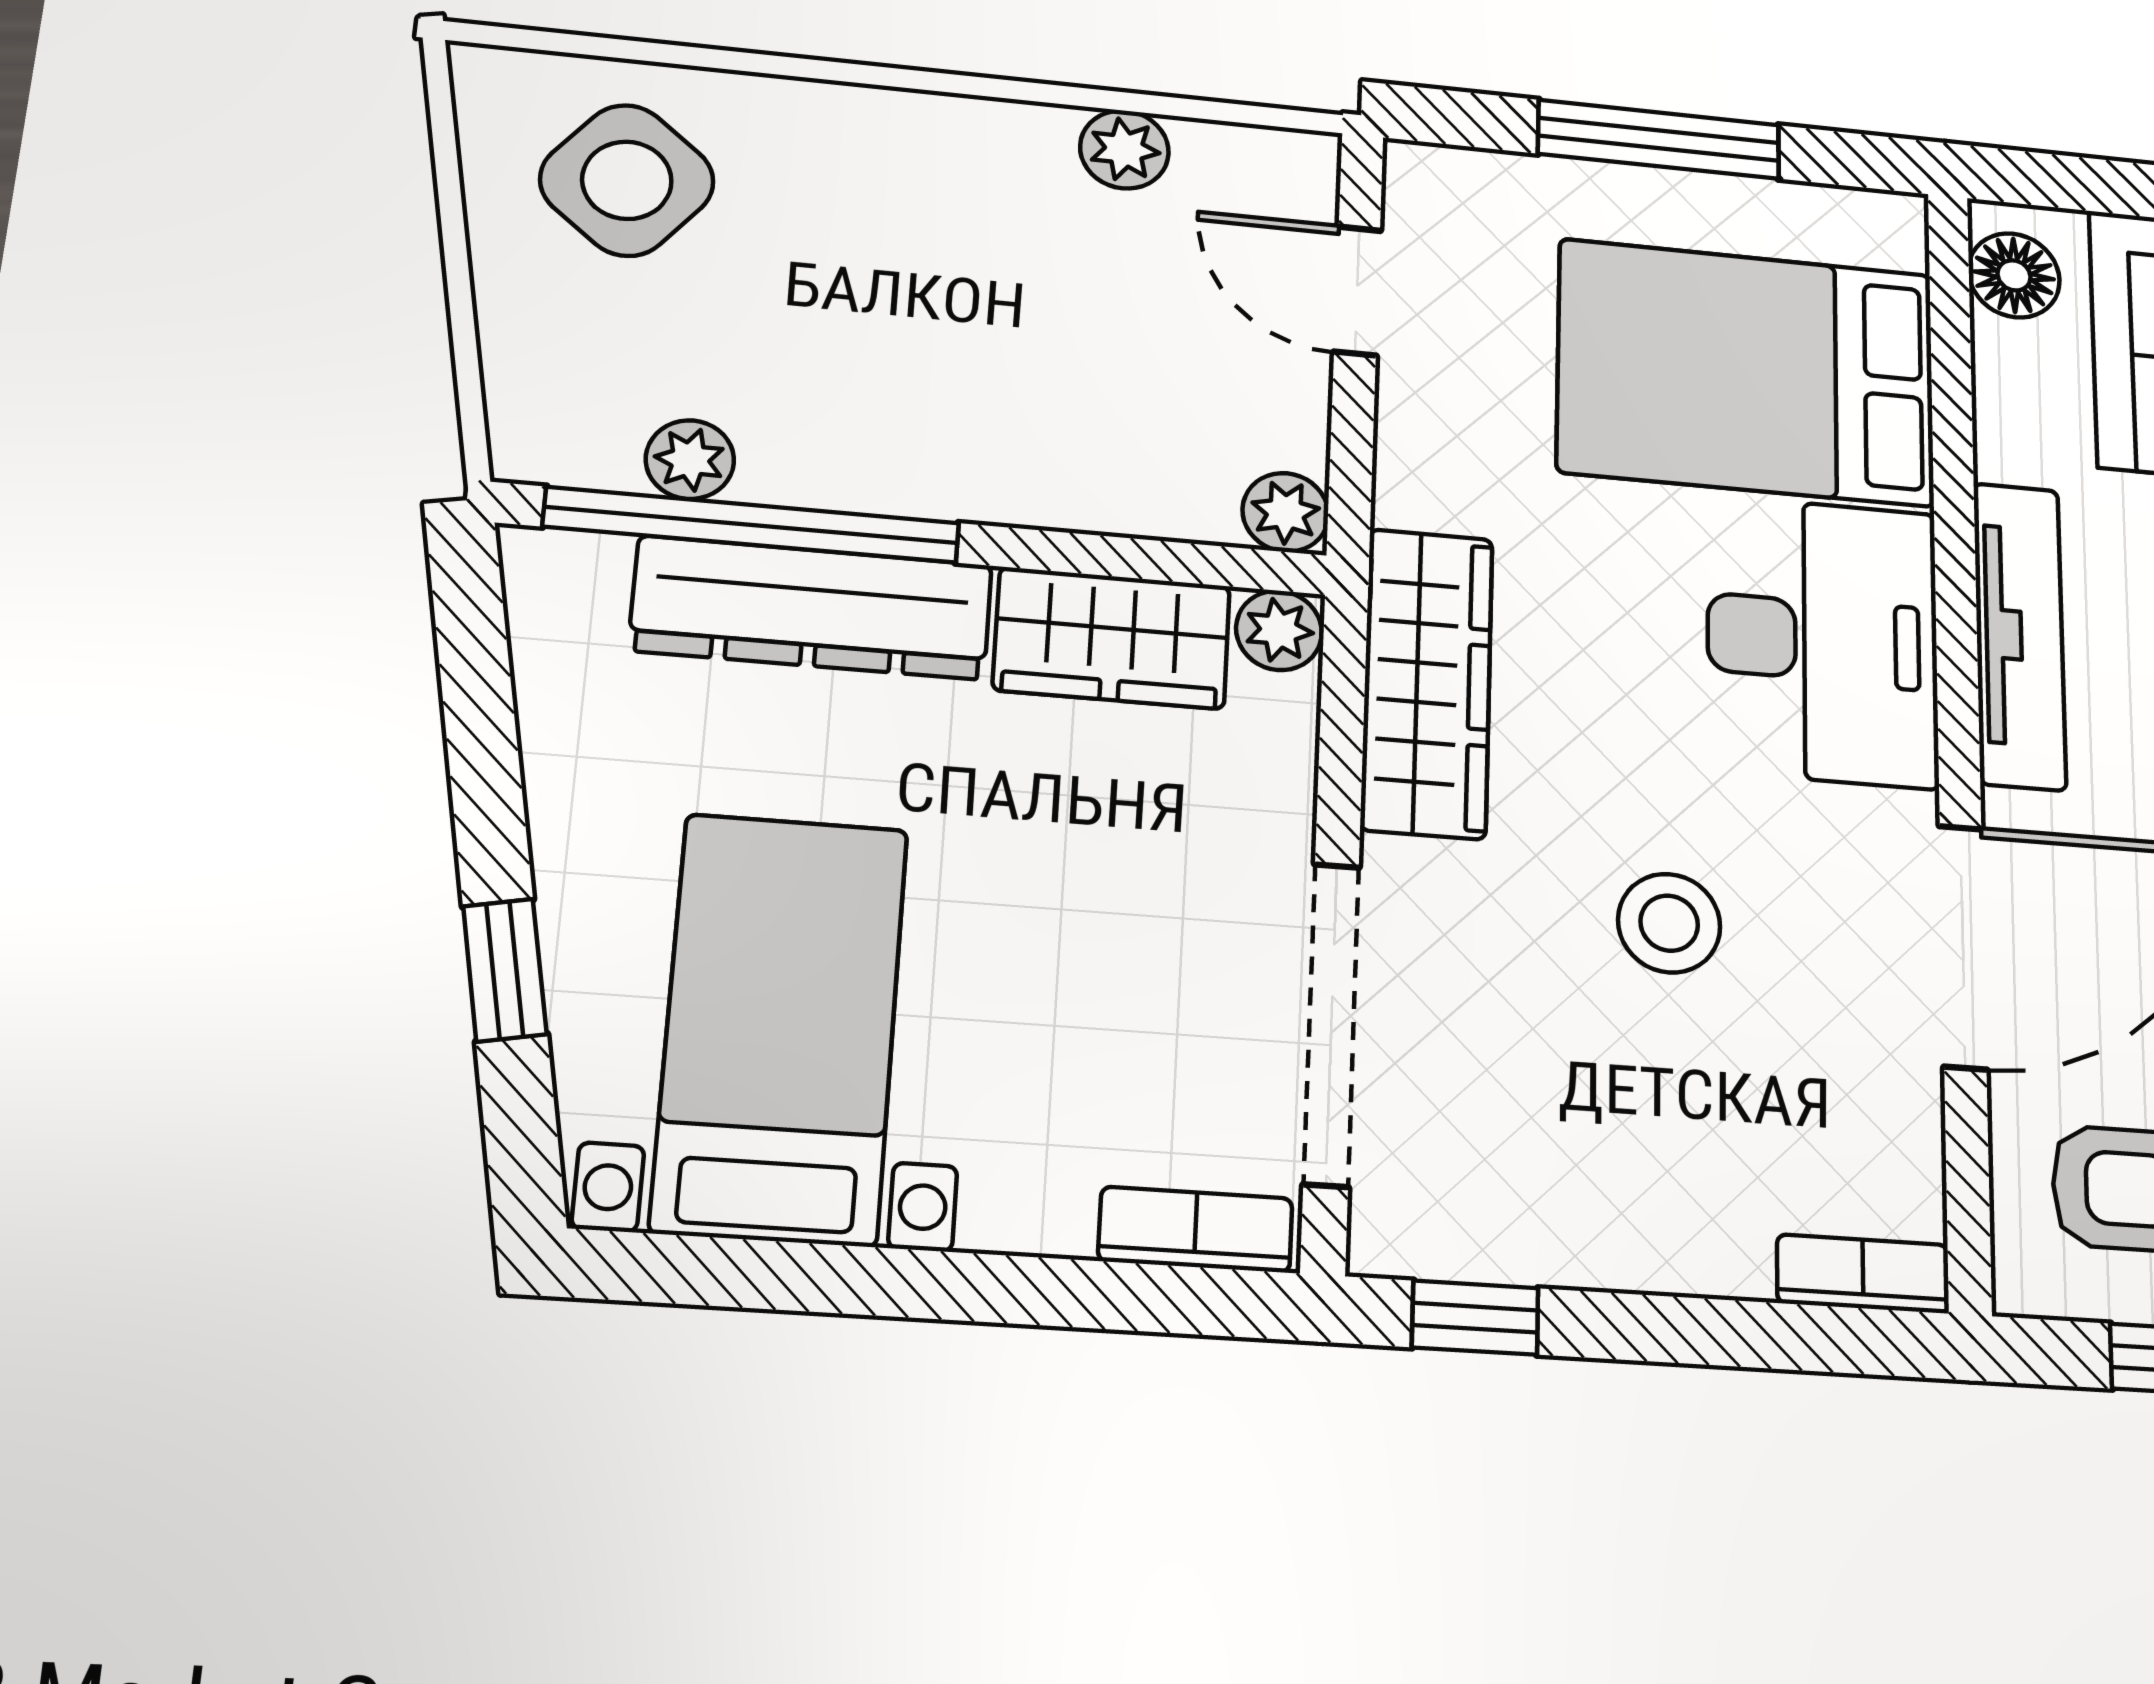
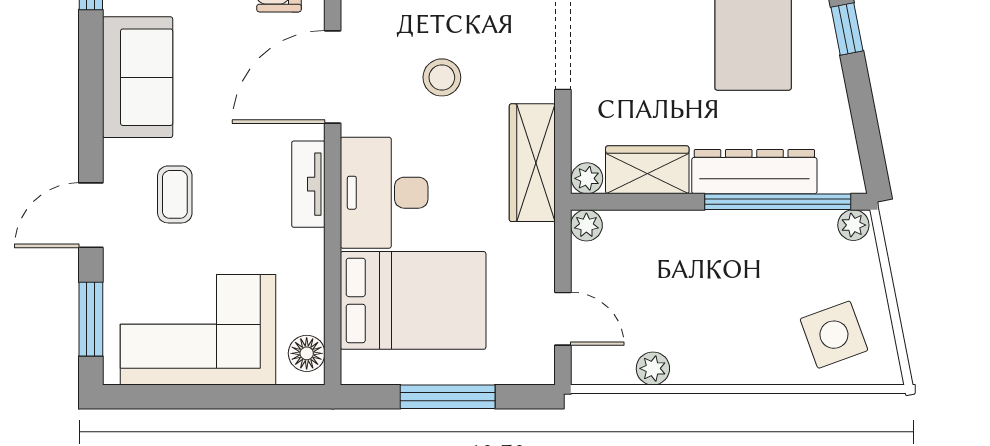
side table: (627, 180) -> (834, 335), turned 31
plant: (690, 460) -> (853, 225), moved
tv unit: (2019, 636) -> (308, 184), width x0.71

